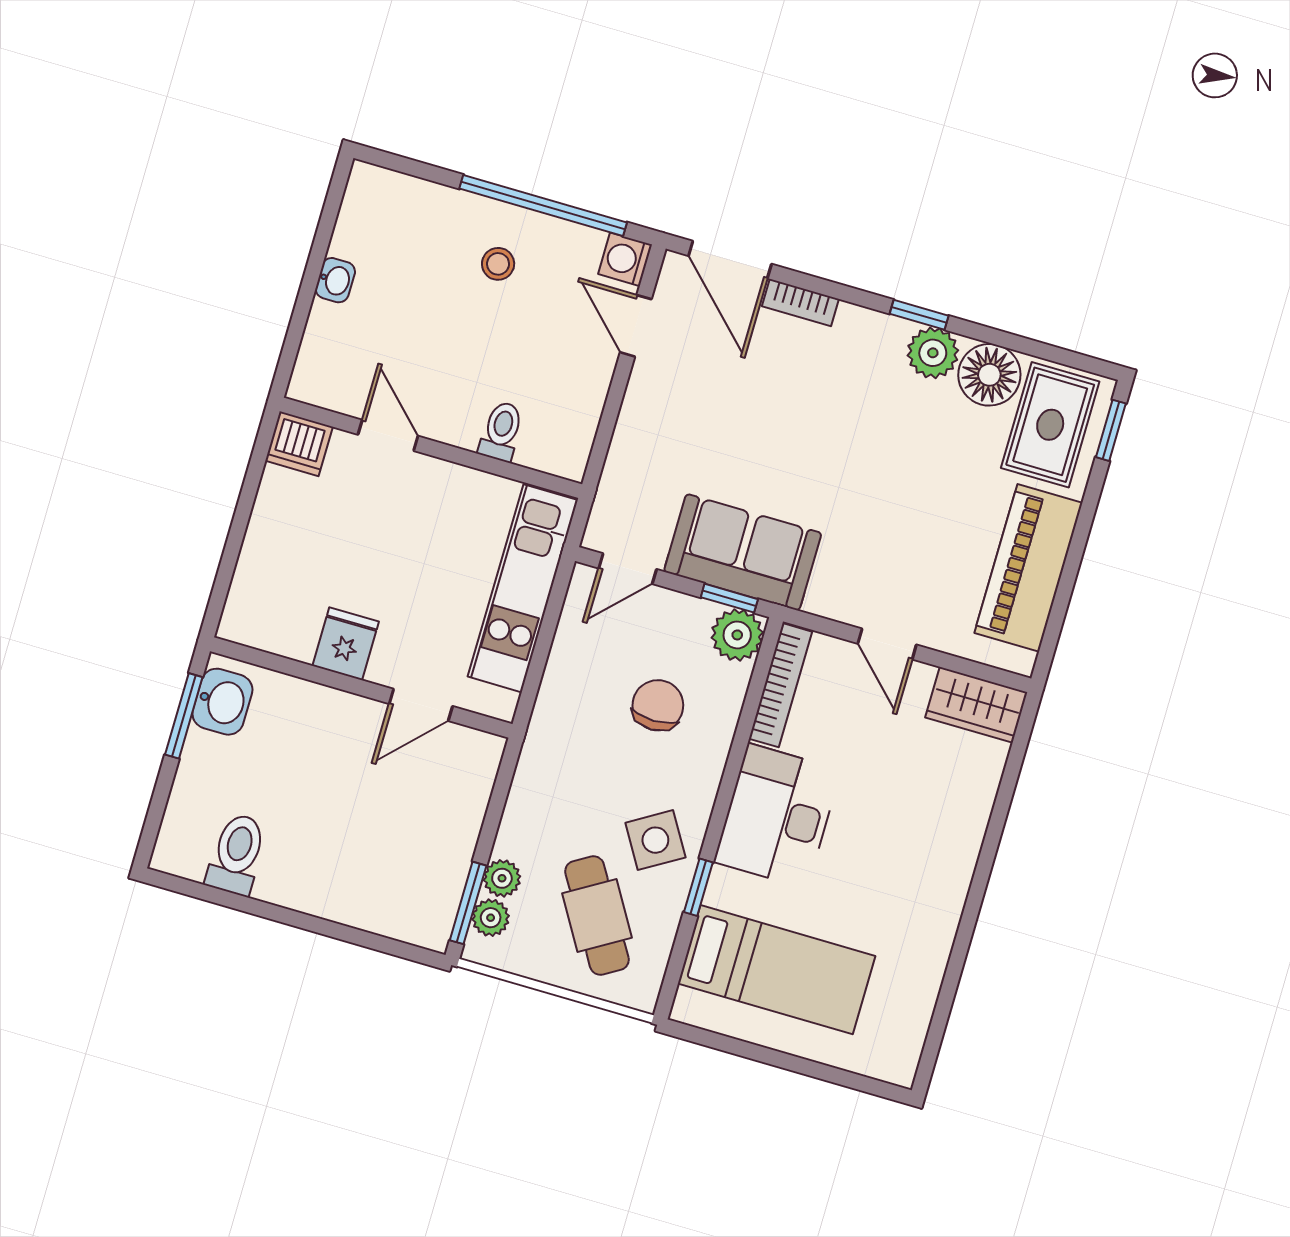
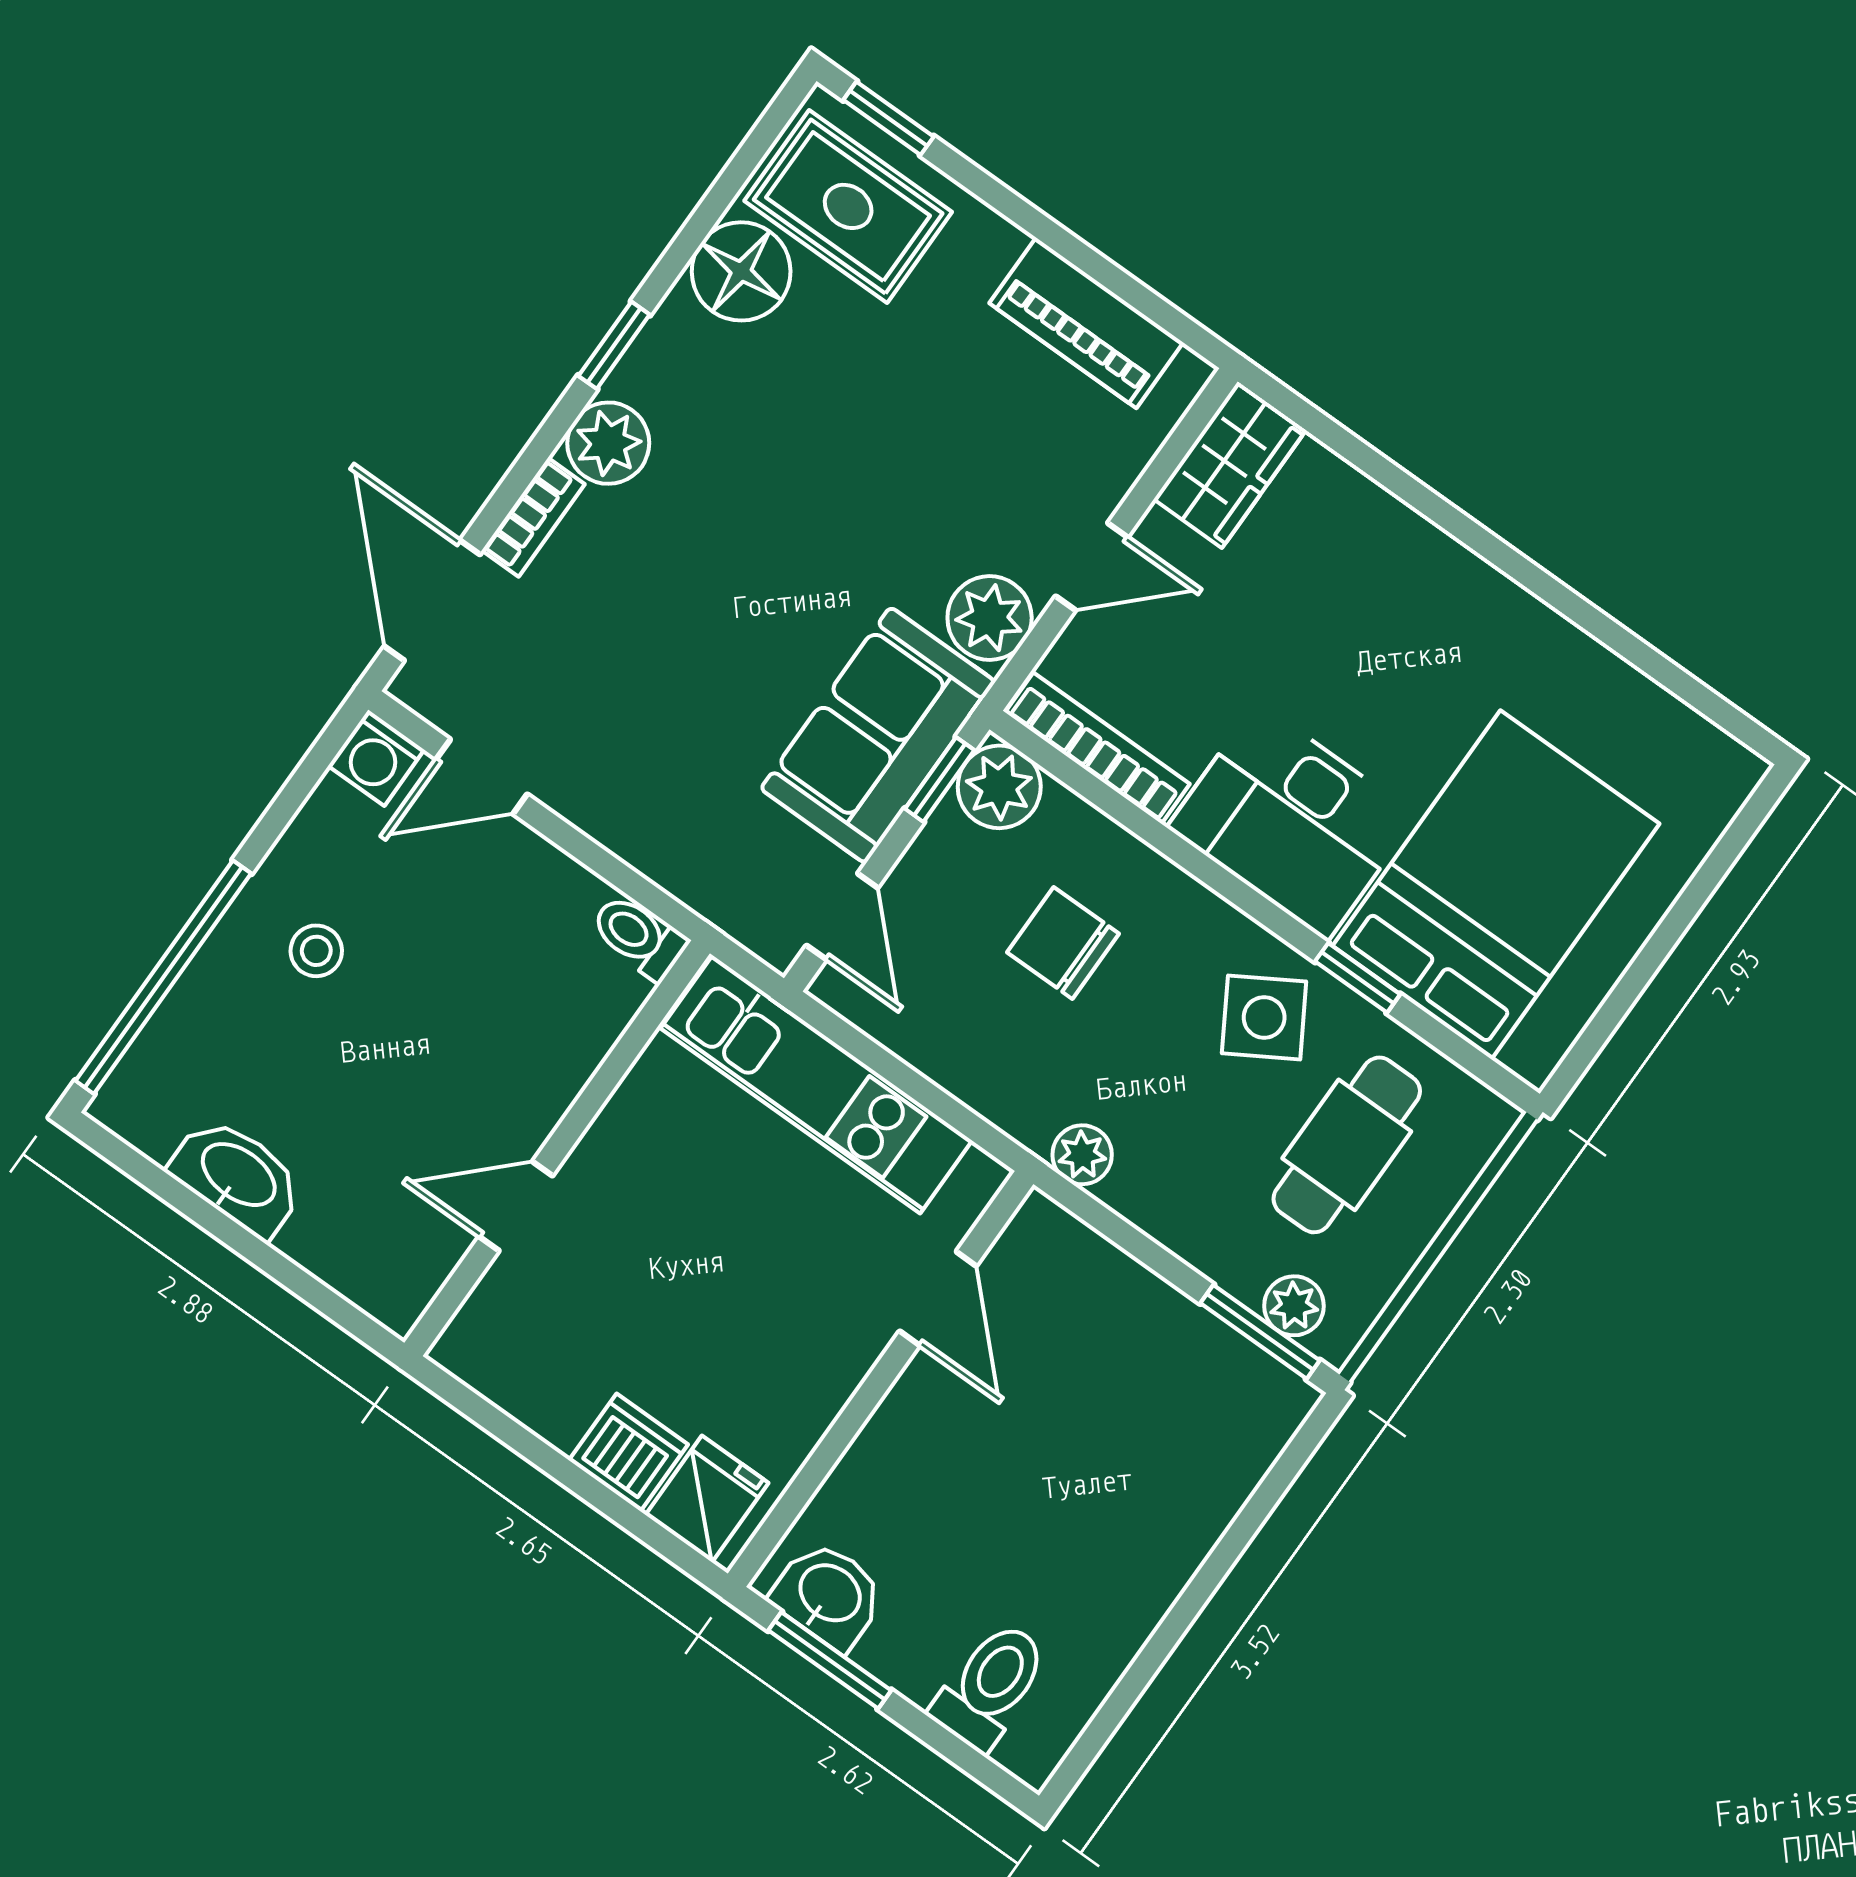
window: (543, 205) -> (163, 977), moved
door: (730, 260) -> (432, 600), swing flipped
washbasin: (335, 280) -> (237, 1176), width x1.91, depth x1.45
plant: (933, 353) -> (608, 443), moved
toilet: (501, 431) -> (639, 937), moved
dishwasher: (299, 444) -> (628, 1452), moved, turned -90
piano: (1028, 568) -> (1086, 323), width x0.73, depth x0.75
plant: (835, 594) -> (990, 618), added
fridge: (346, 644) -> (707, 1499), moved, turned 90
toilet: (237, 854) -> (990, 1686), moved, turned 90
plant: (502, 878) -> (1082, 1155), moved
cafe table: (597, 916) -> (1347, 1145), turned -59
bed: (777, 970) -> (1496, 885), width x1.50

